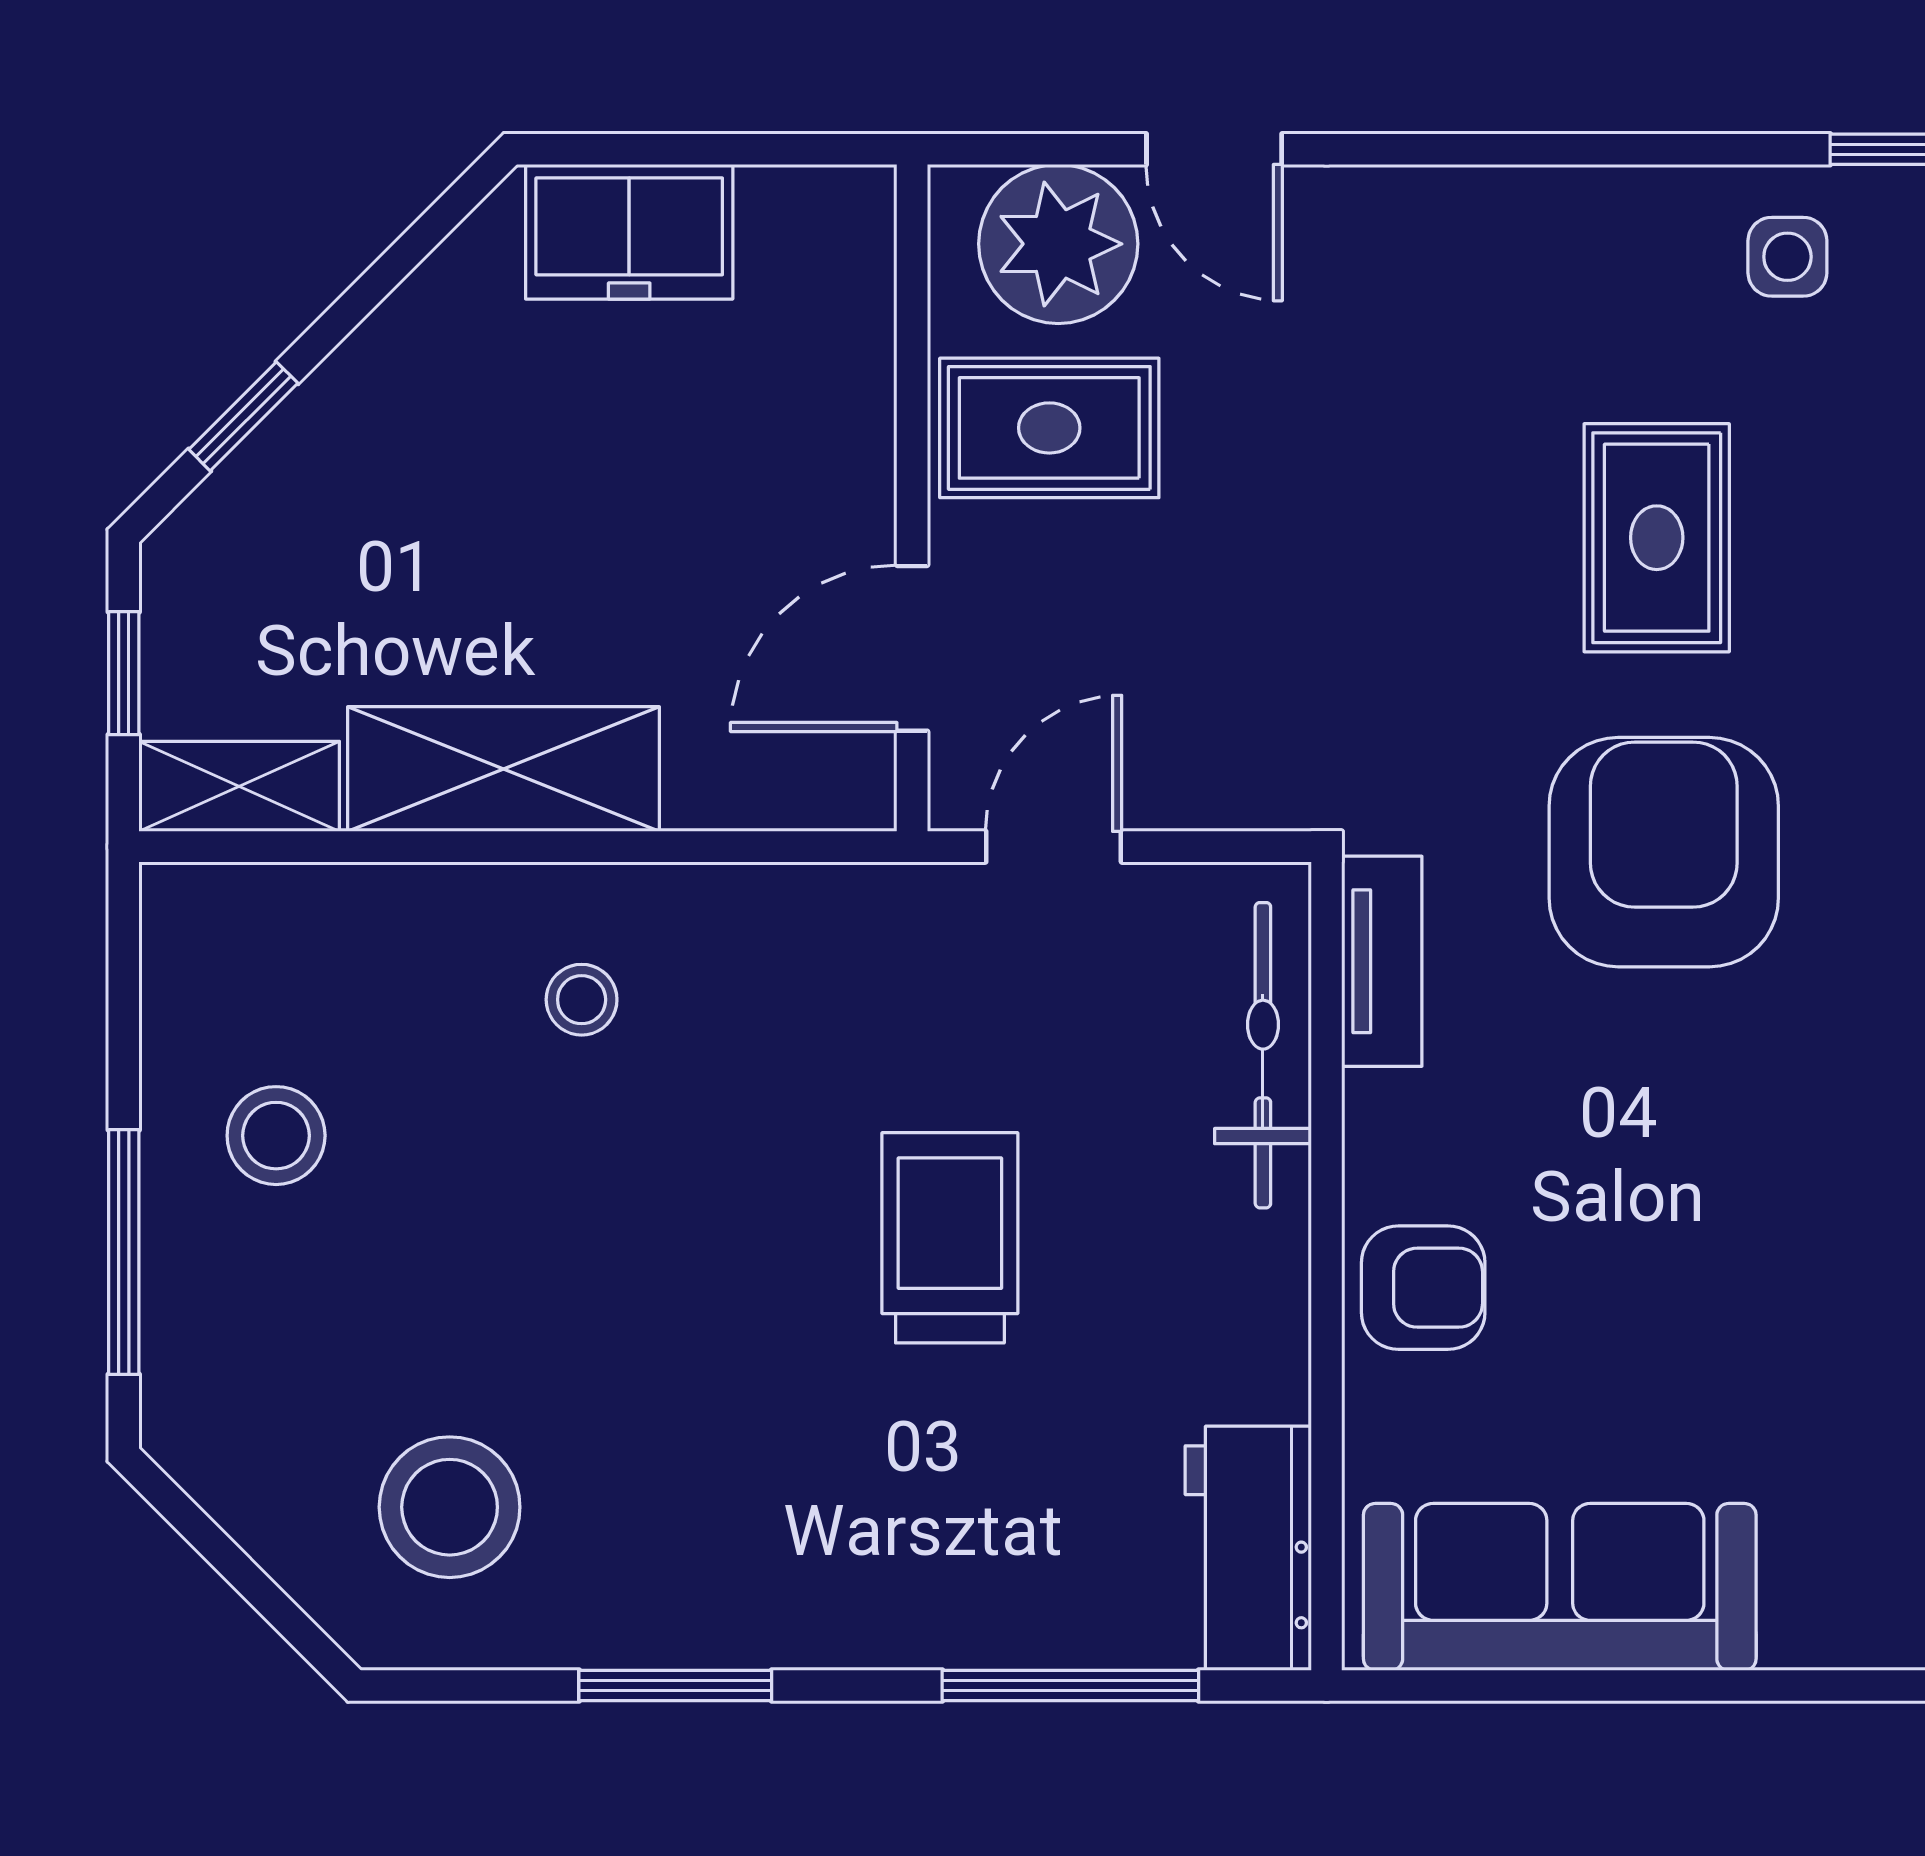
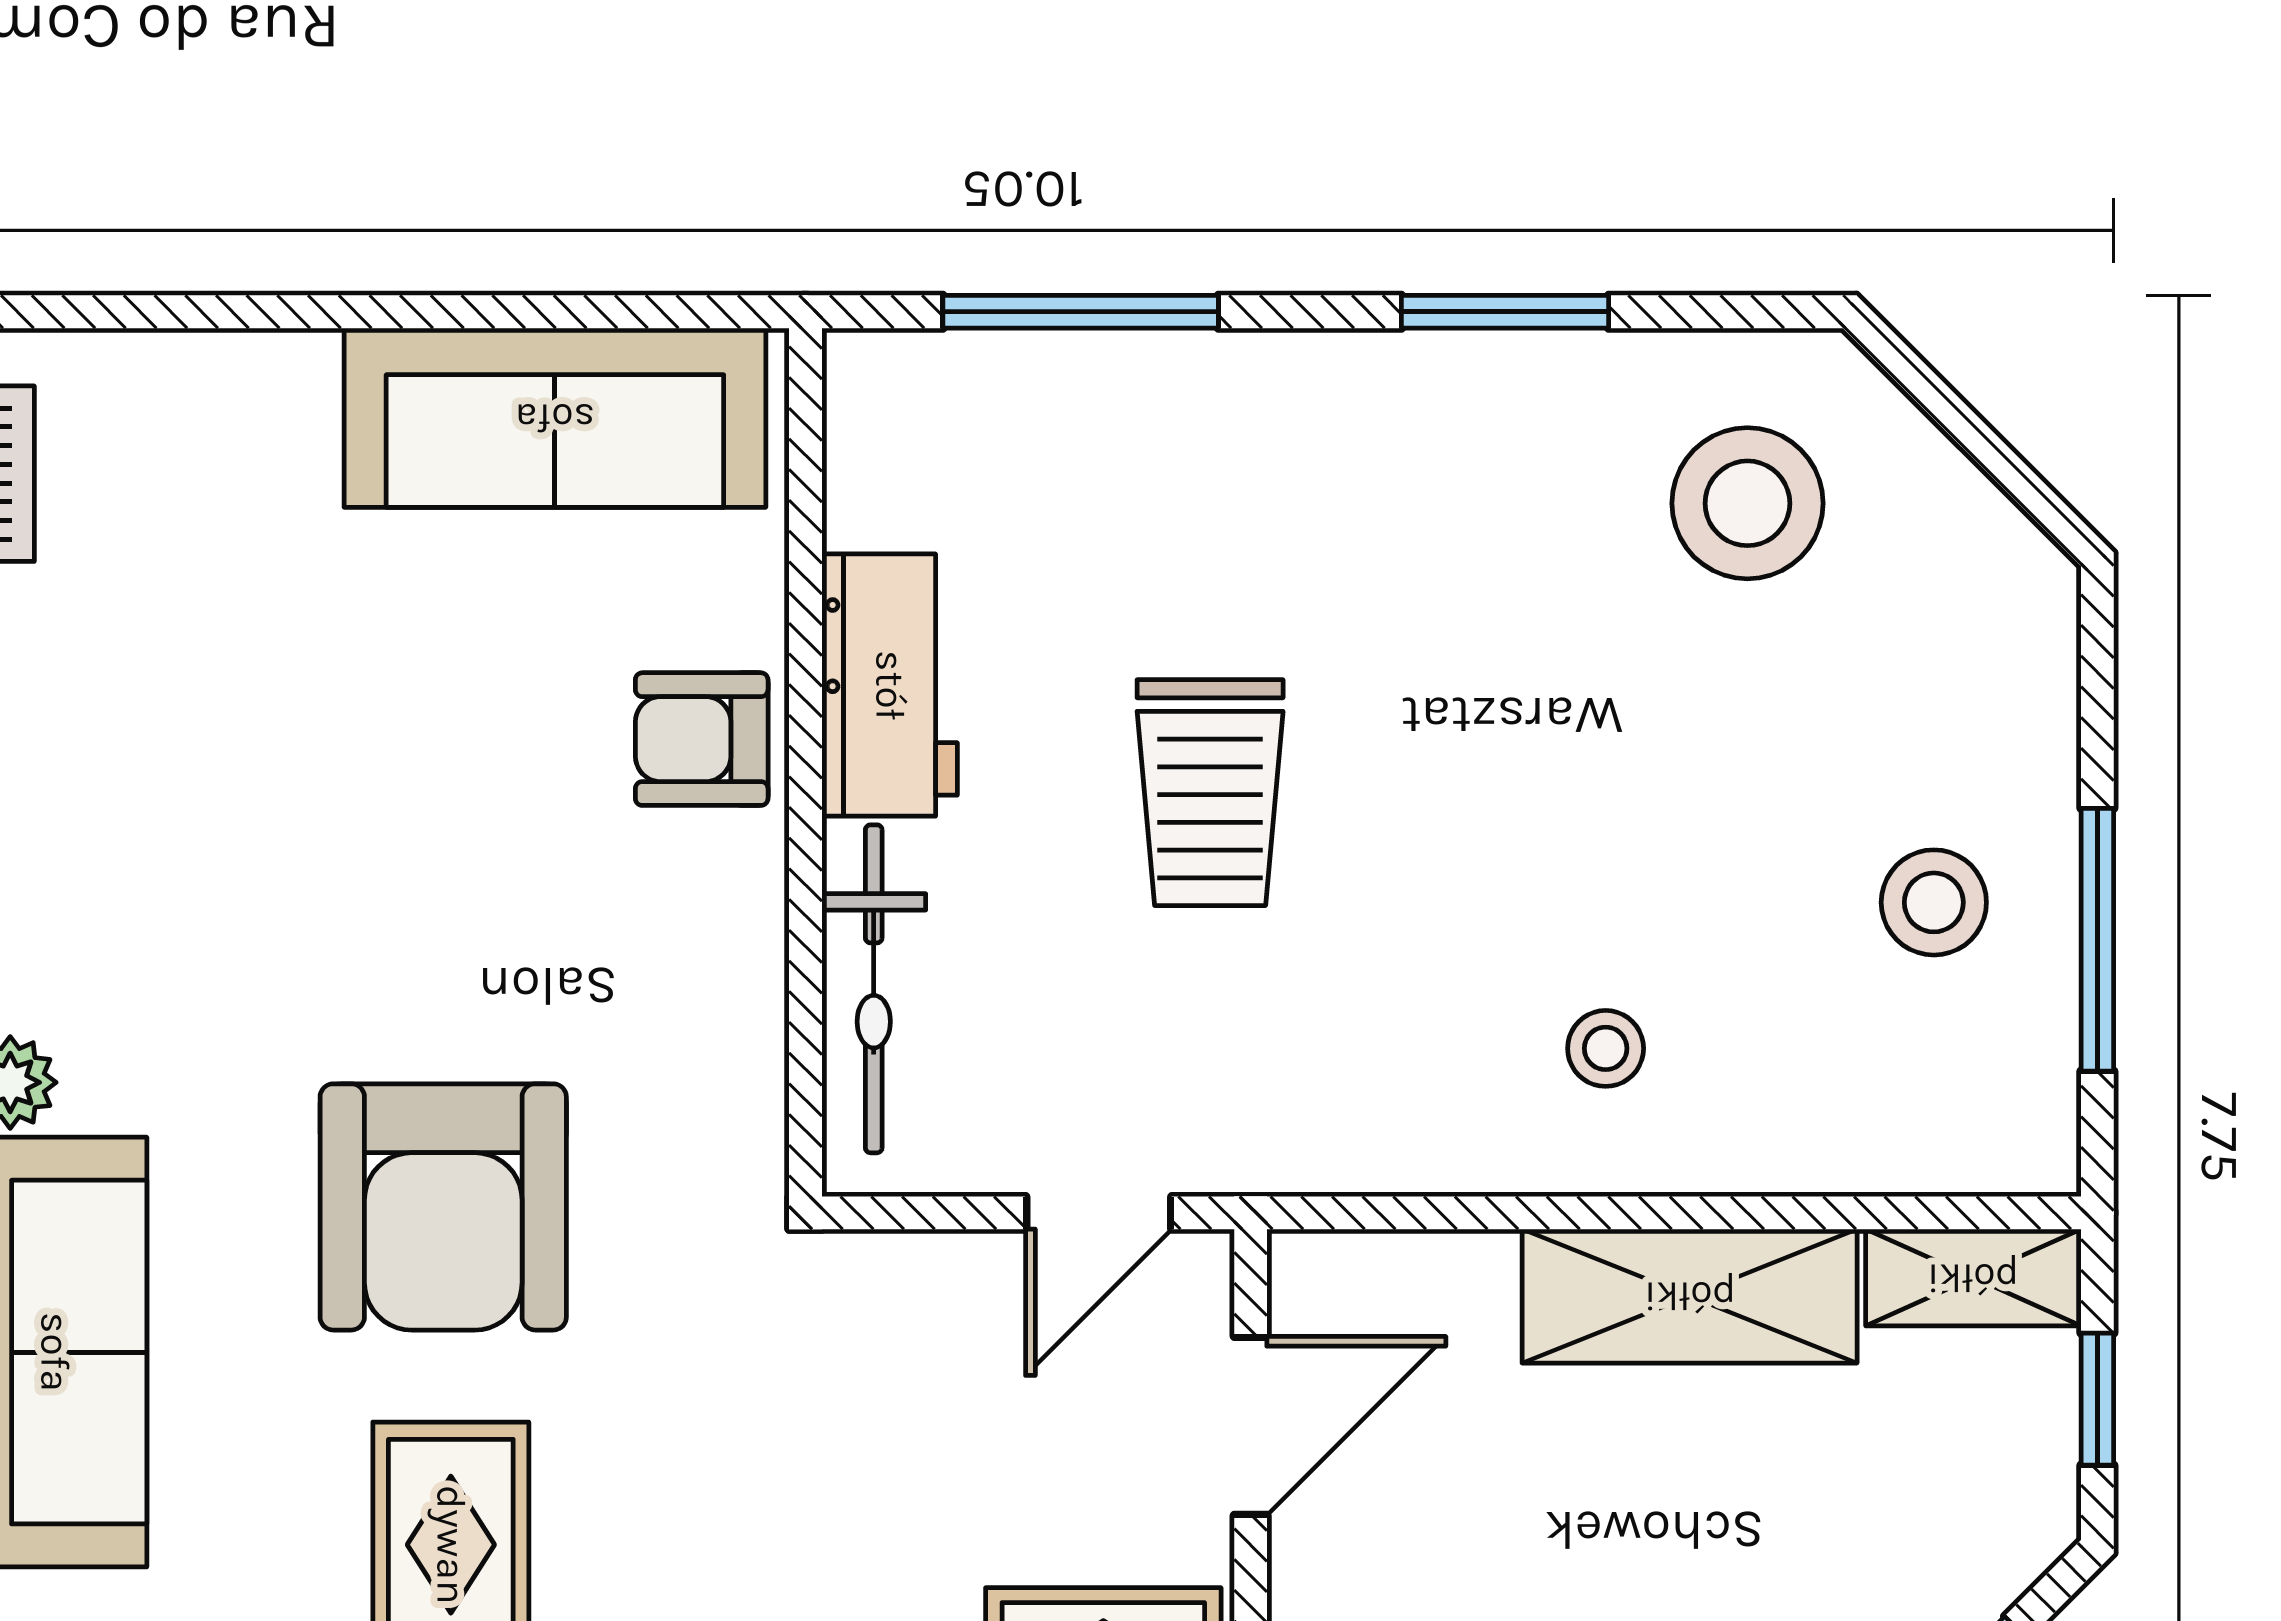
tv unit: (1382, 961) -> (746, 1090), removed
window: (124, 1252) -> (2097, 940), moved
workbench: (1248, 1548) -> (890, 685), moved

